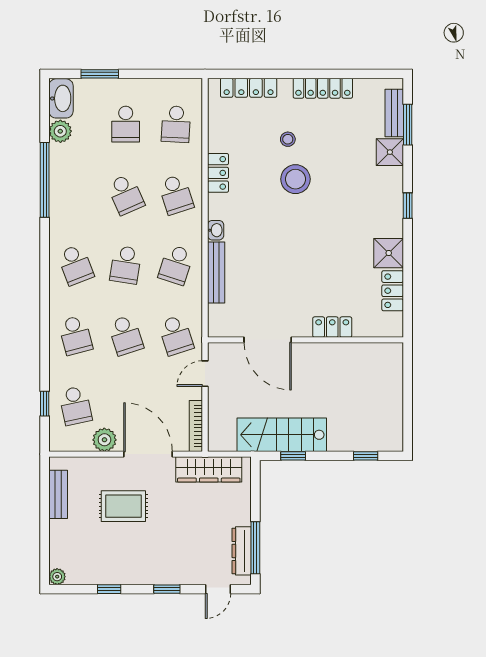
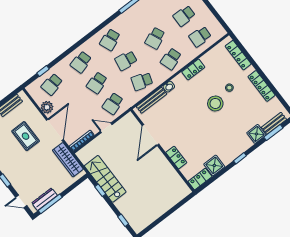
locker: (332, 327) -> (176, 158), moved
door: (268, 340) -> (151, 135), moved
wall: (306, 340) -> (162, 151), moved

